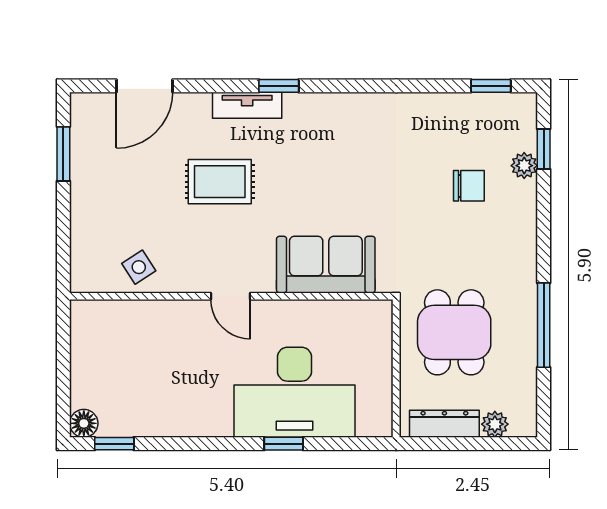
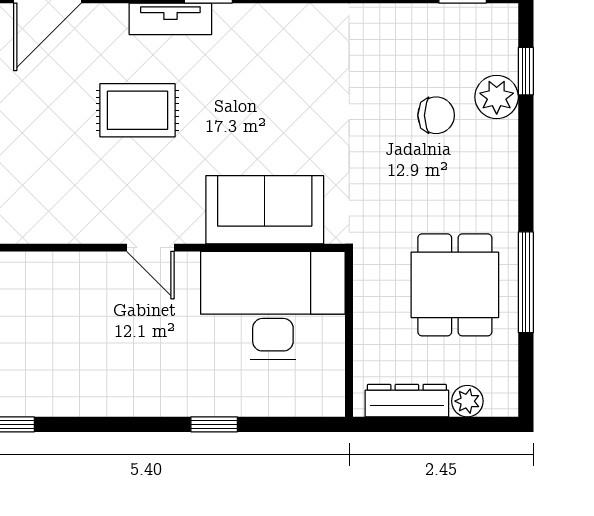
plant: (524, 166) -> (497, 97), width x1.38, depth x1.38
side table: (139, 267) -> (41, 213), removed
dining table: (454, 332) -> (455, 285), moved
desk: (295, 392) -> (273, 305), moved, turned 180

